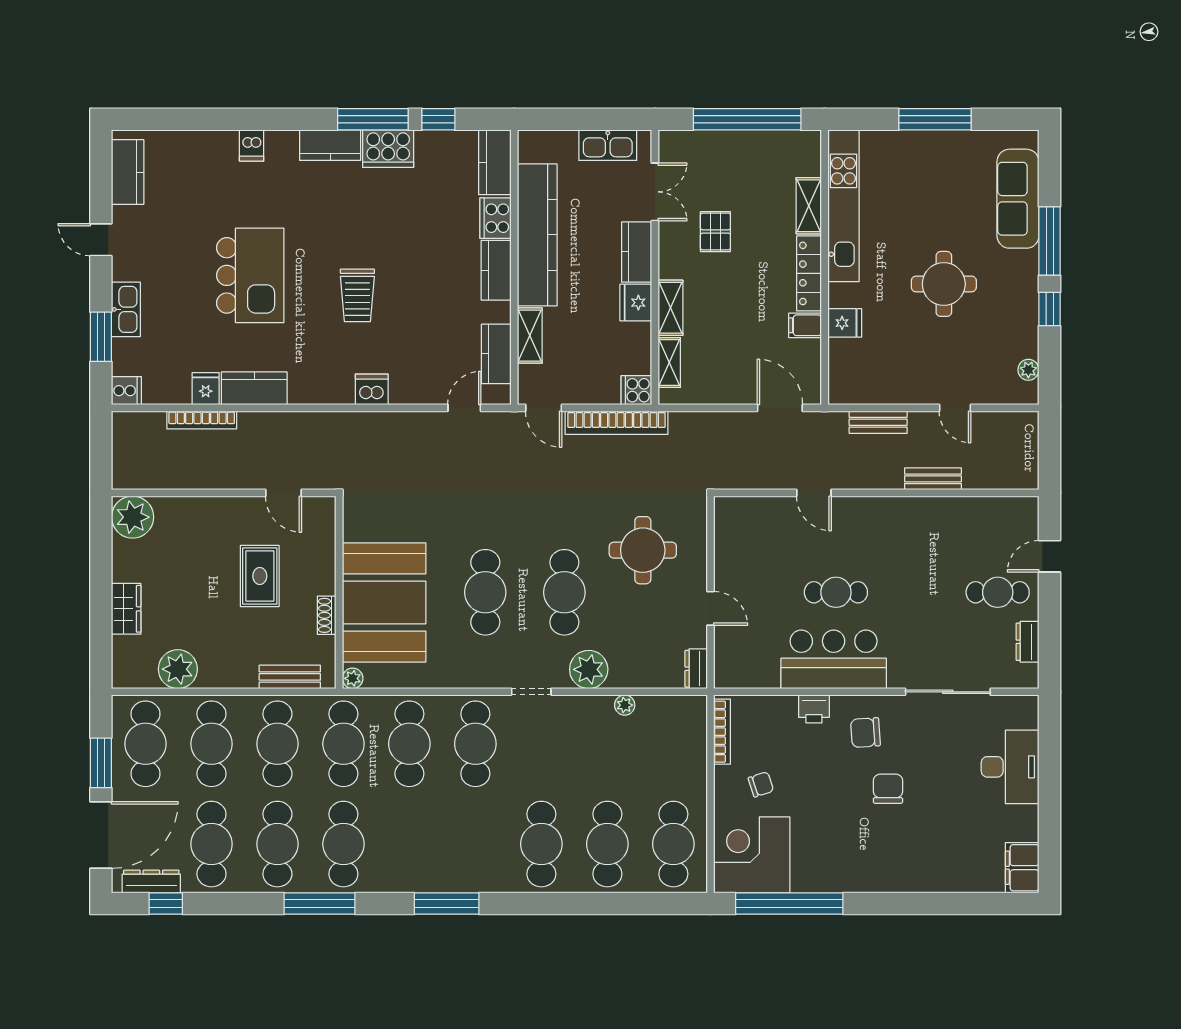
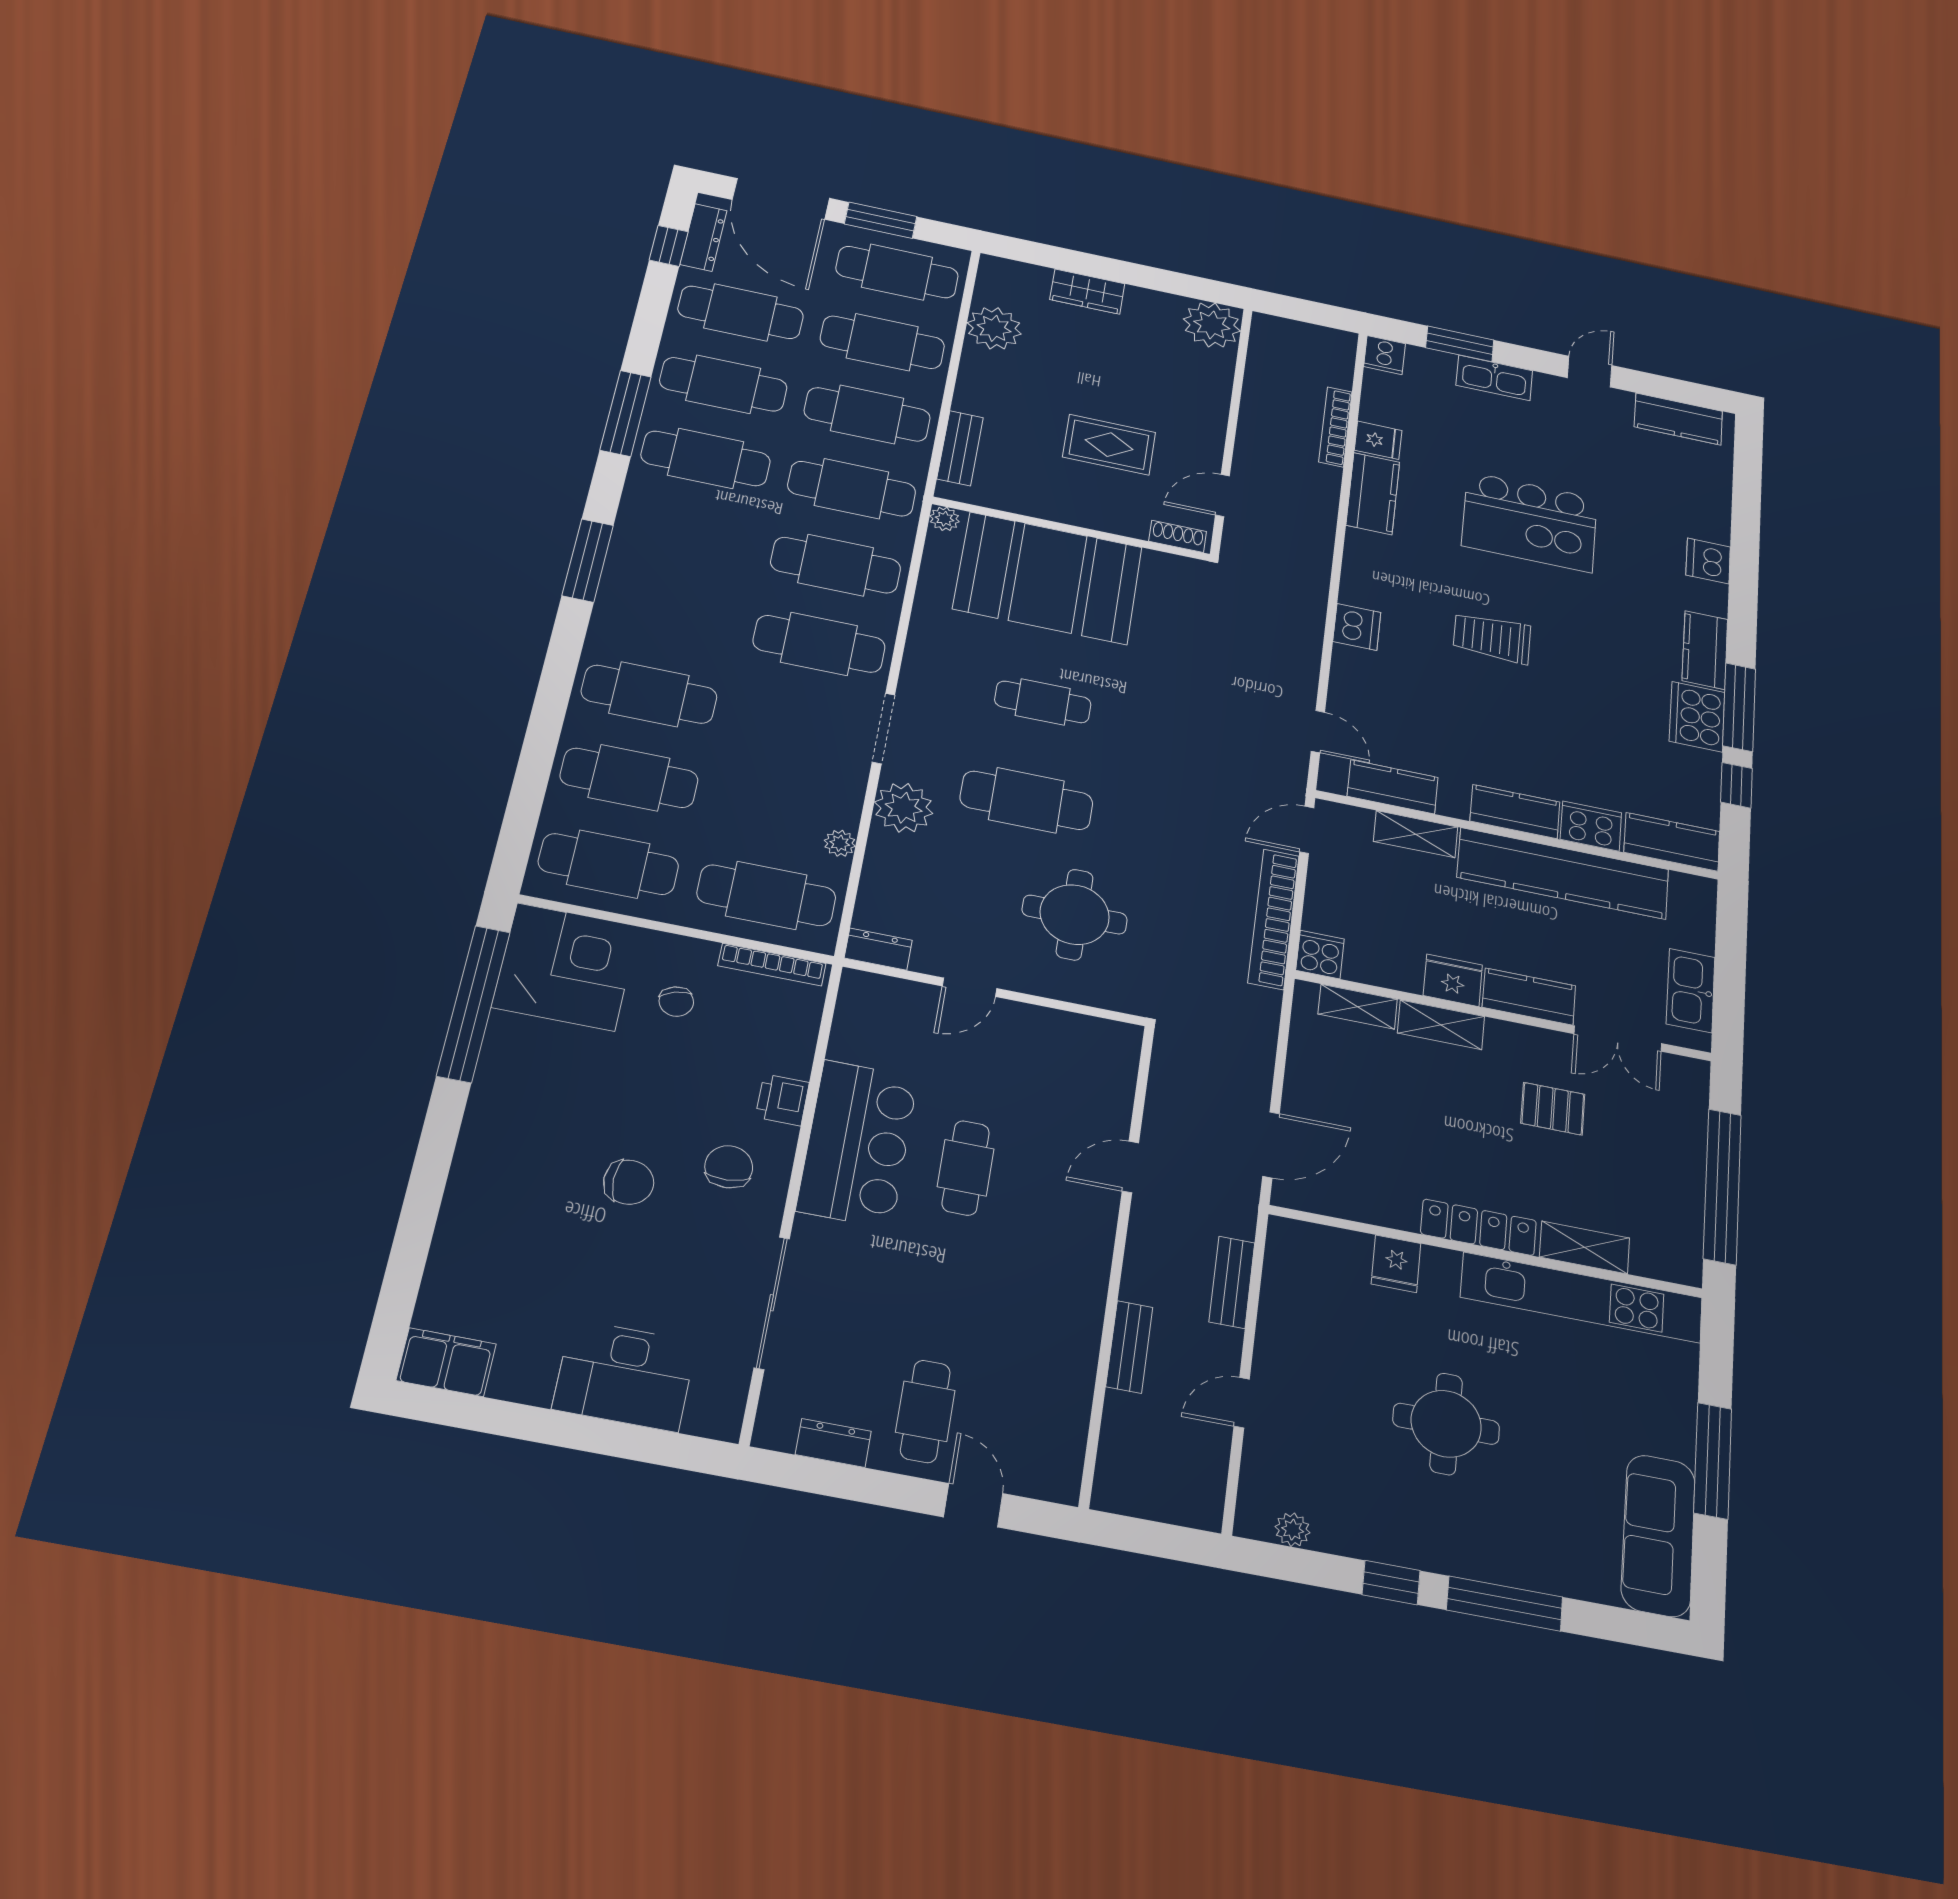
dishwasher: (252, 146) -> (1708, 561), width x1.38
sofa: (1018, 199) -> (1658, 1535), moved, turned -90
filing cabinet: (805, 325) -> (1397, 1206), removed
cafe table: (485, 592) -> (1043, 702), width x0.73, depth x0.74
shoe rack: (327, 615) -> (1178, 536), moved
doorway: (531, 692) -> (883, 728), width x1.38
cafe table: (673, 744) -> (766, 895), added

